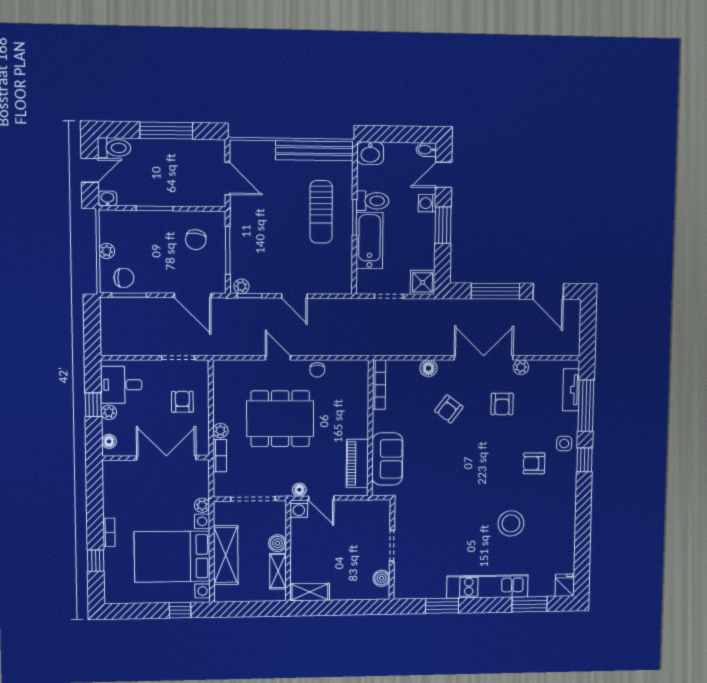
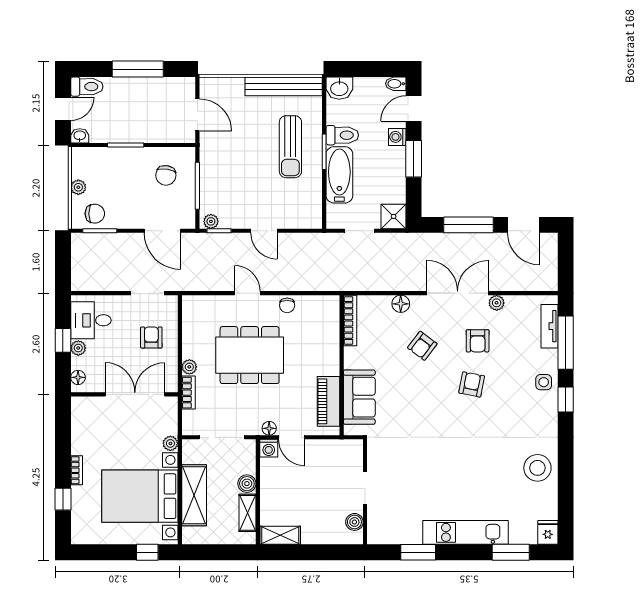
armchair: (534, 463) -> (472, 384), moved, turned 101
stool: (511, 523) -> (537, 468), moved

